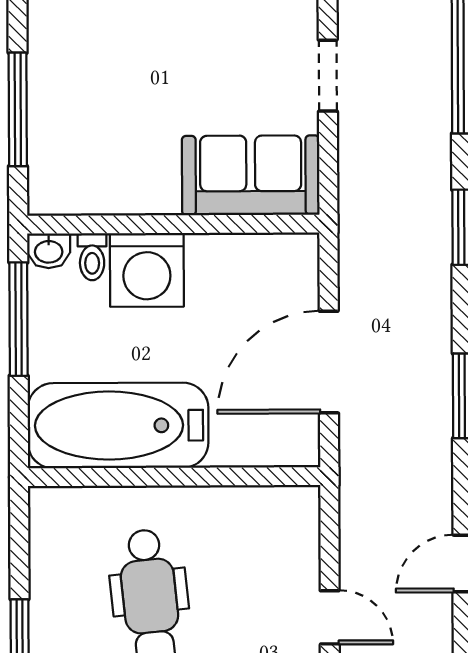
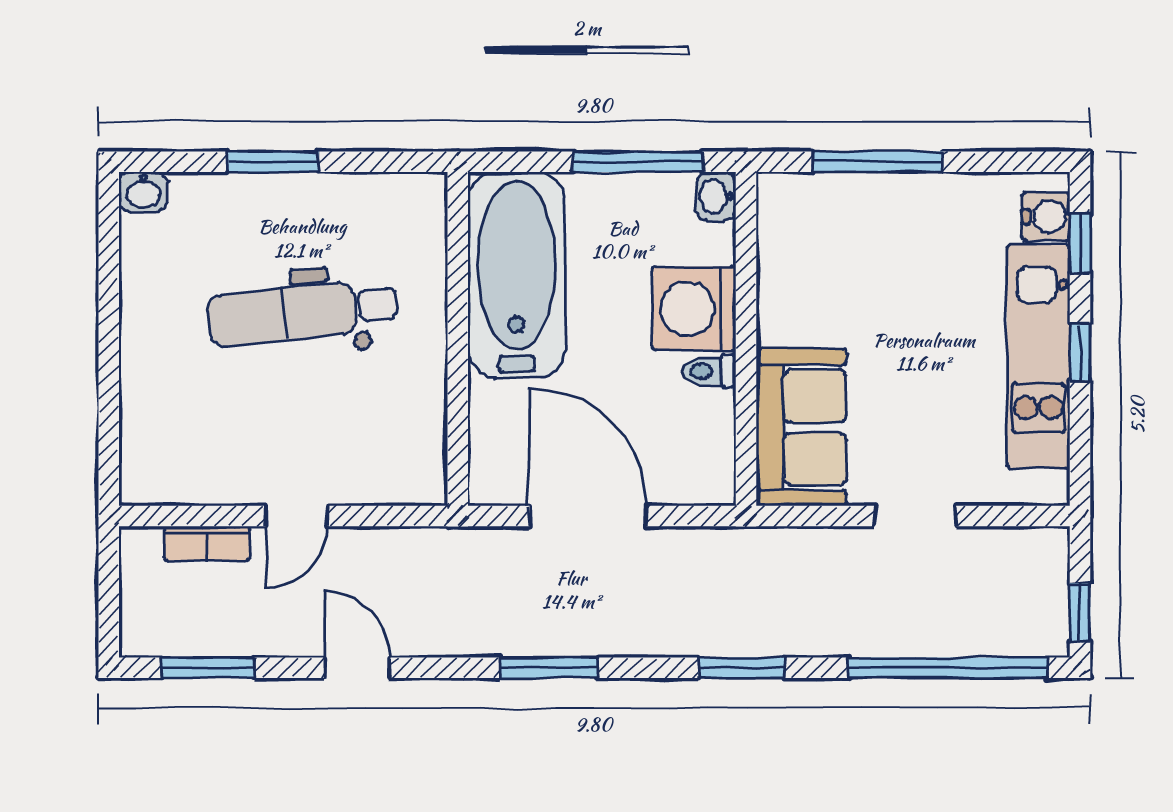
toilet: (92, 257) -> (709, 371), moved

